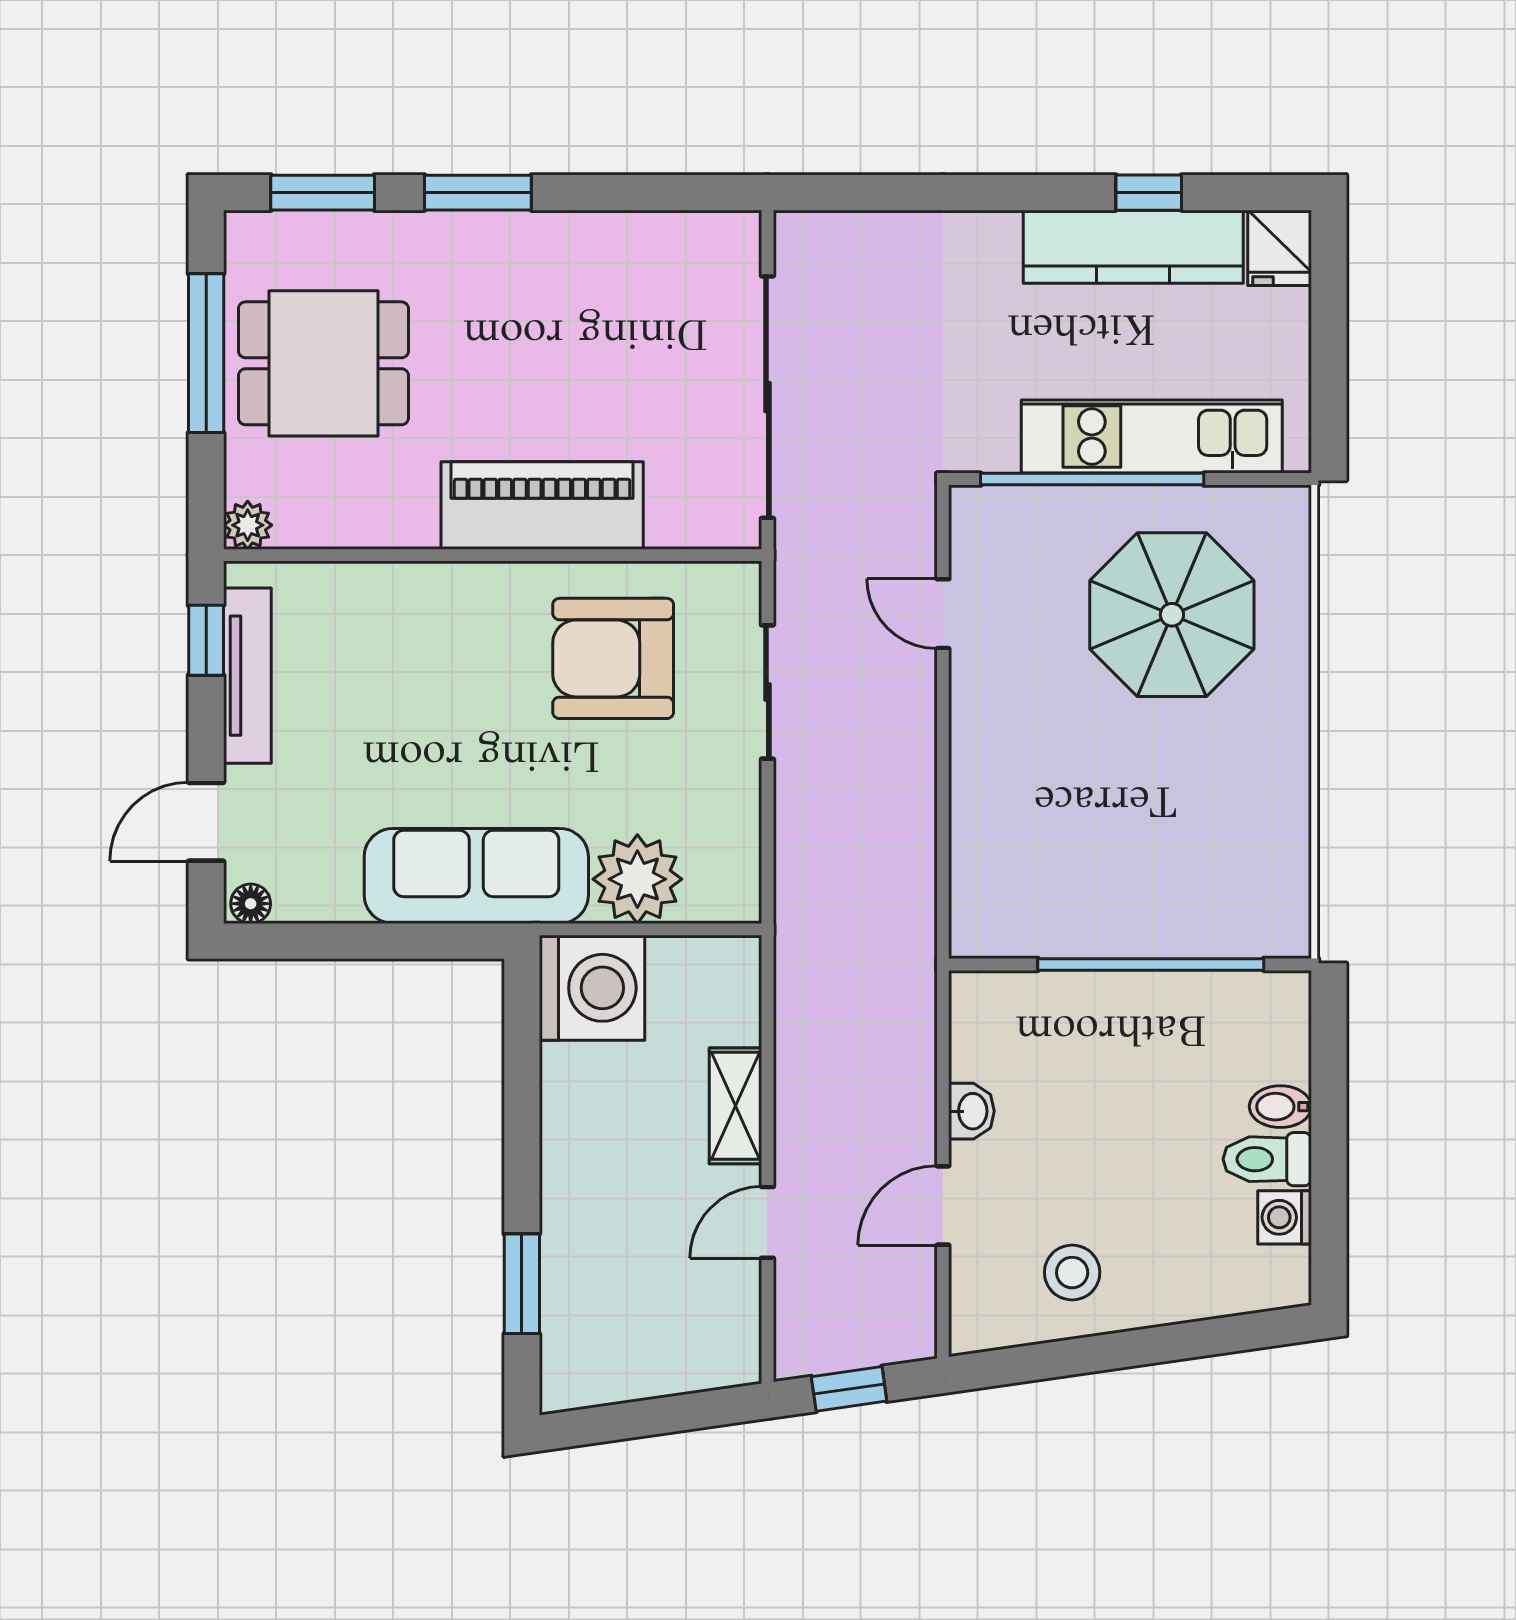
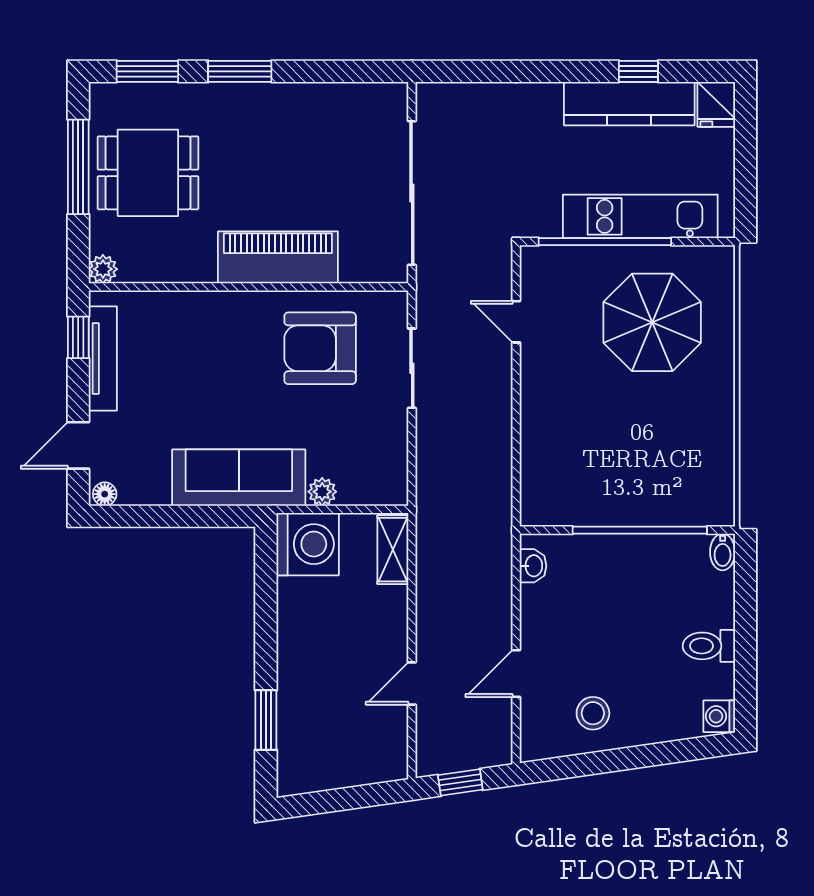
plant: (637, 879) -> (322, 492), width x0.53, depth x0.53
shelving: (735, 1106) -> (393, 550), moved
bidet: (1280, 1107) -> (723, 552), moved, turned -90
washbasin: (971, 1111) -> (533, 566), moved
washing machine: (1285, 1217) -> (719, 716), moved

